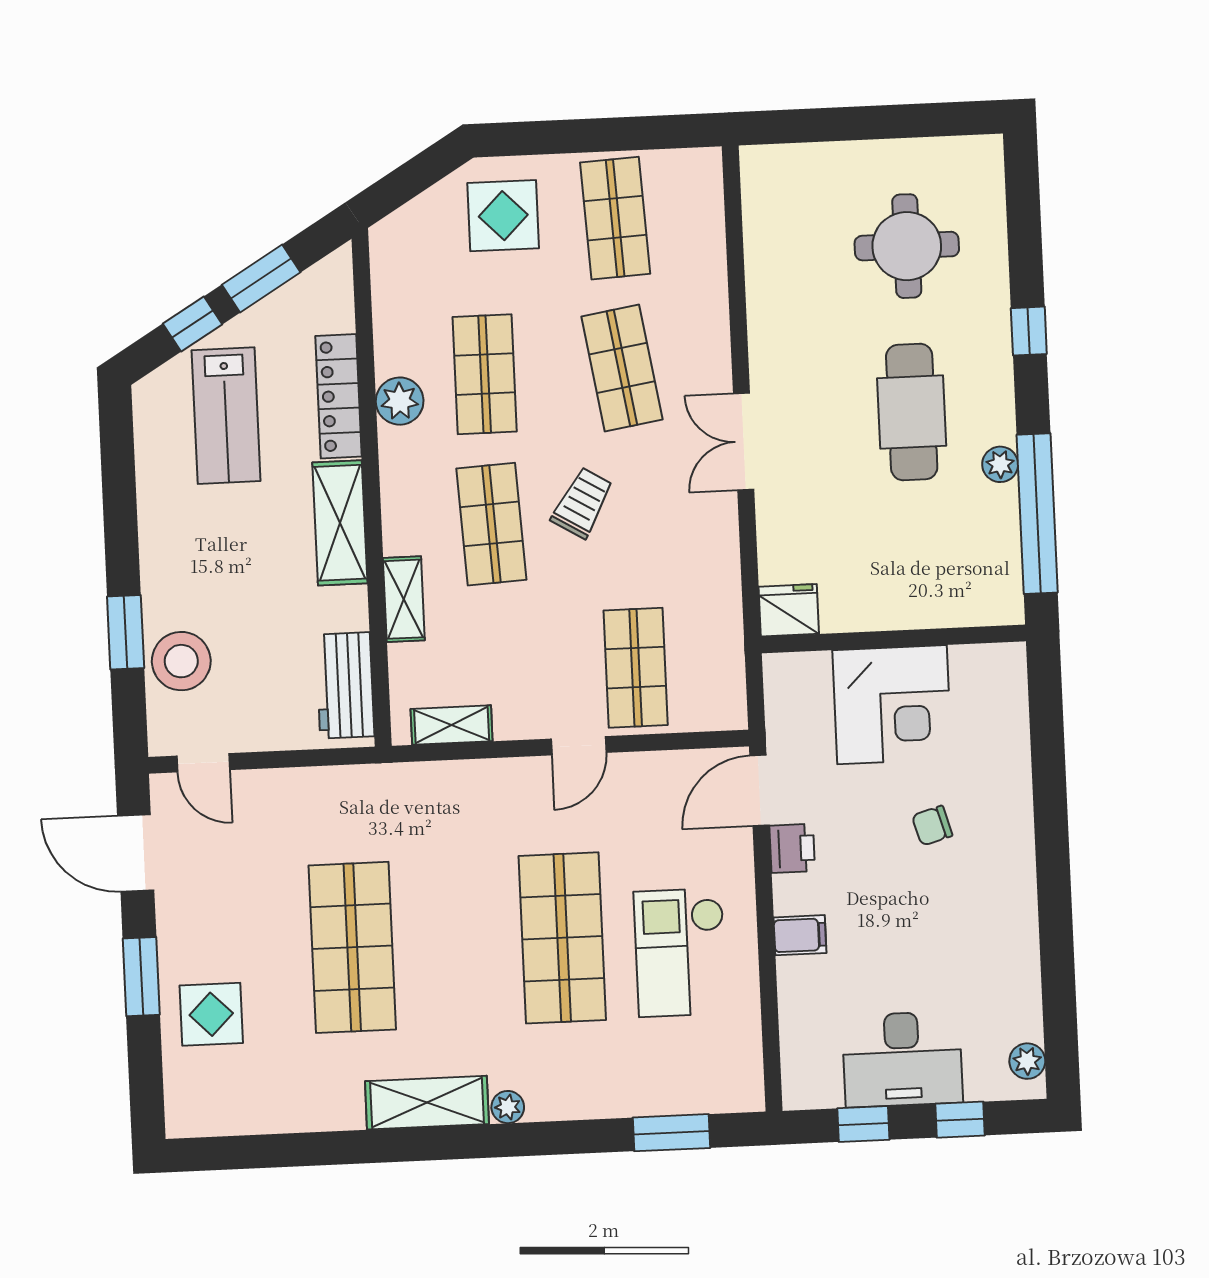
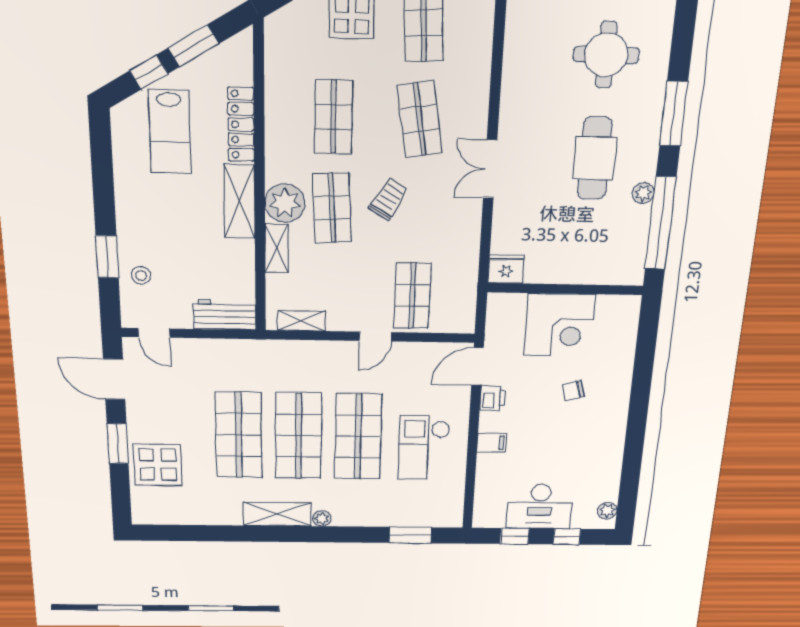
window: (1029, 331) -> (674, 114), width x2.17
plant: (400, 401) -> (285, 203), moved, width x1.36, depth x1.36
stool: (181, 661) -> (141, 275), width x0.53, depth x0.53
workbench: (345, 685) -> (225, 315), moved, turned 90
shop shelf: (457, 943) -> (299, 436), added
display table: (211, 1014) -> (158, 465), width x1.36, depth x1.36

